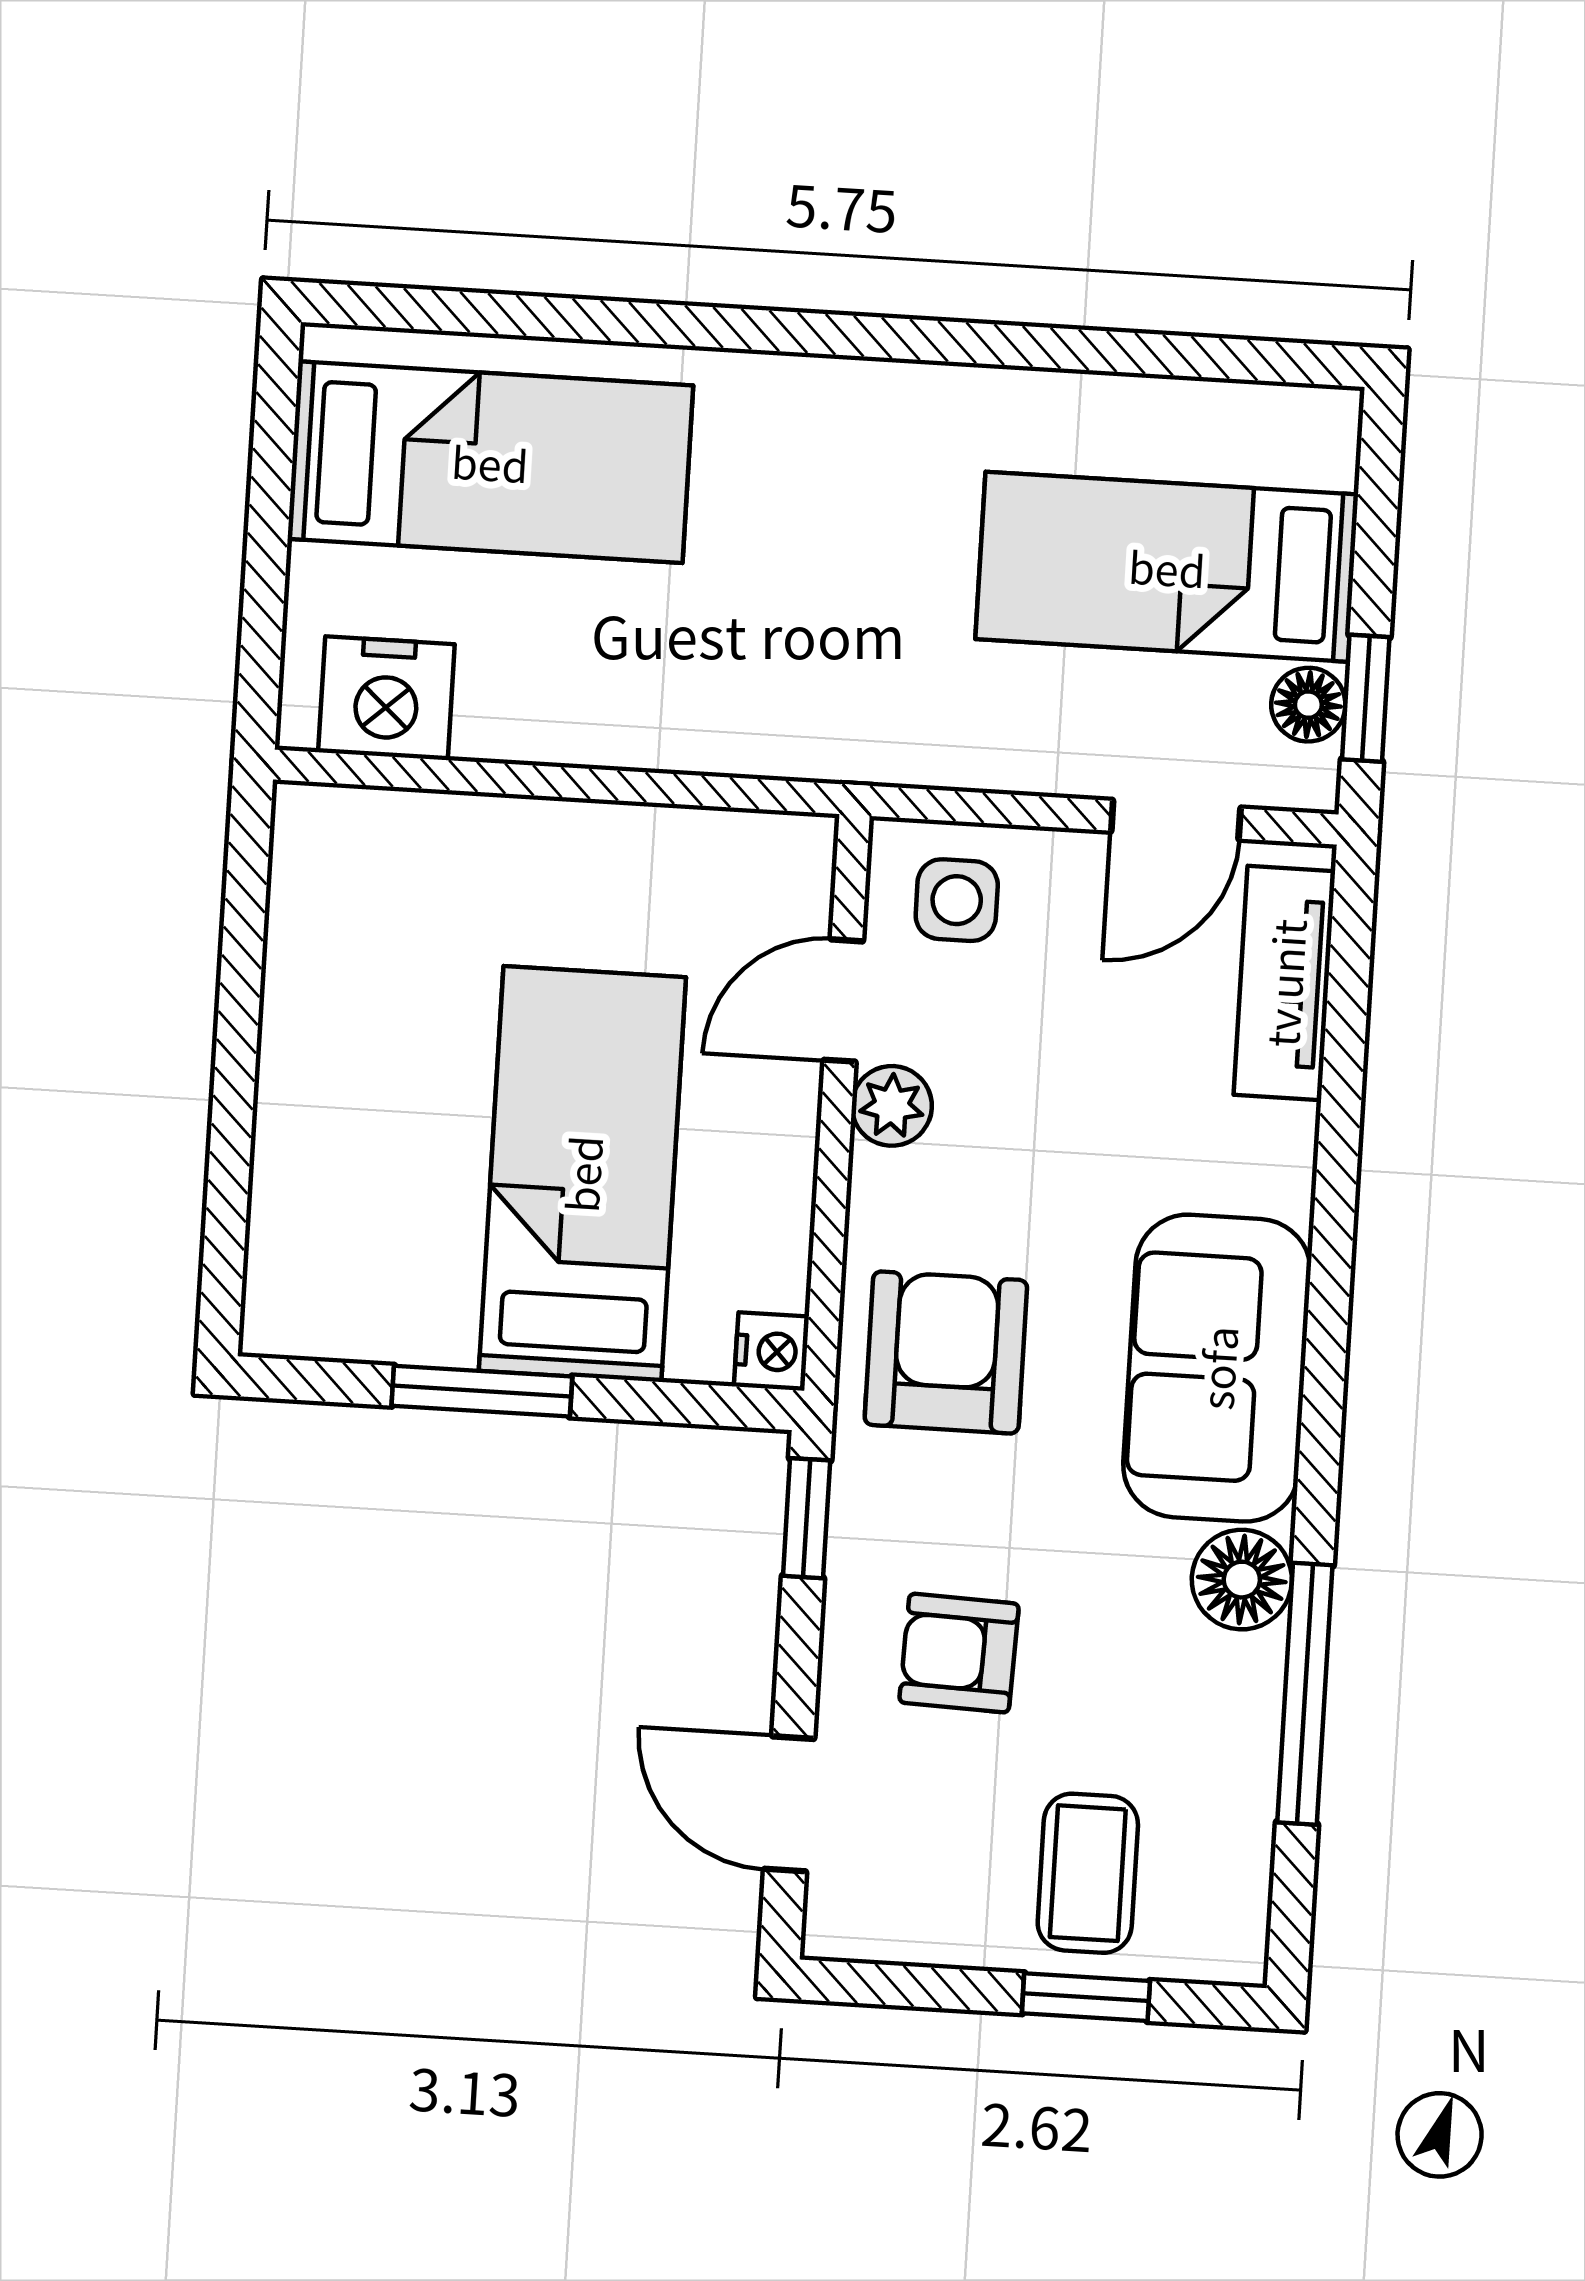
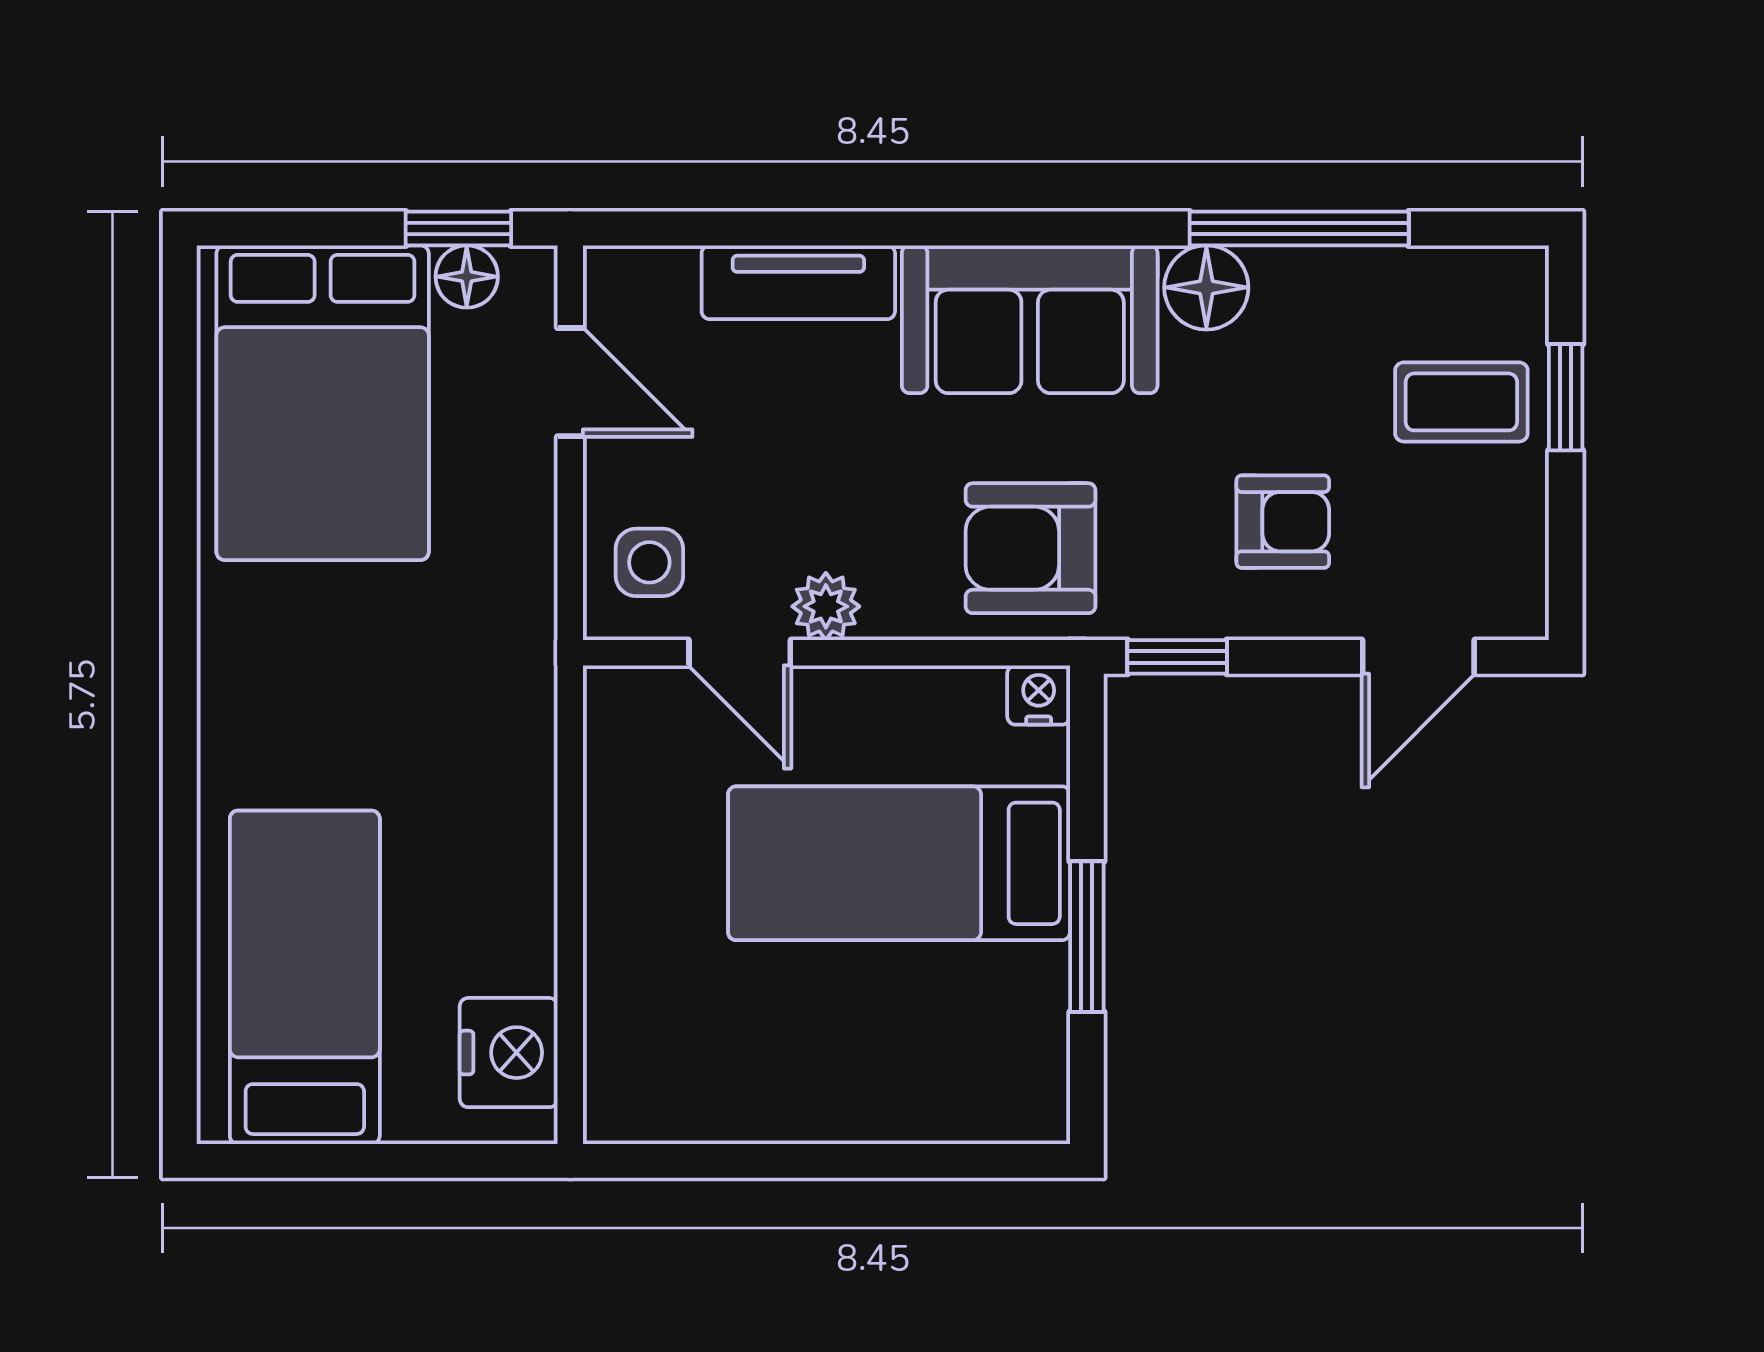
bed: (1167, 567) -> (323, 403), width x1.50
tv unit: (1284, 983) -> (798, 282), moved
armchair: (959, 1653) -> (1283, 522), turned -92

